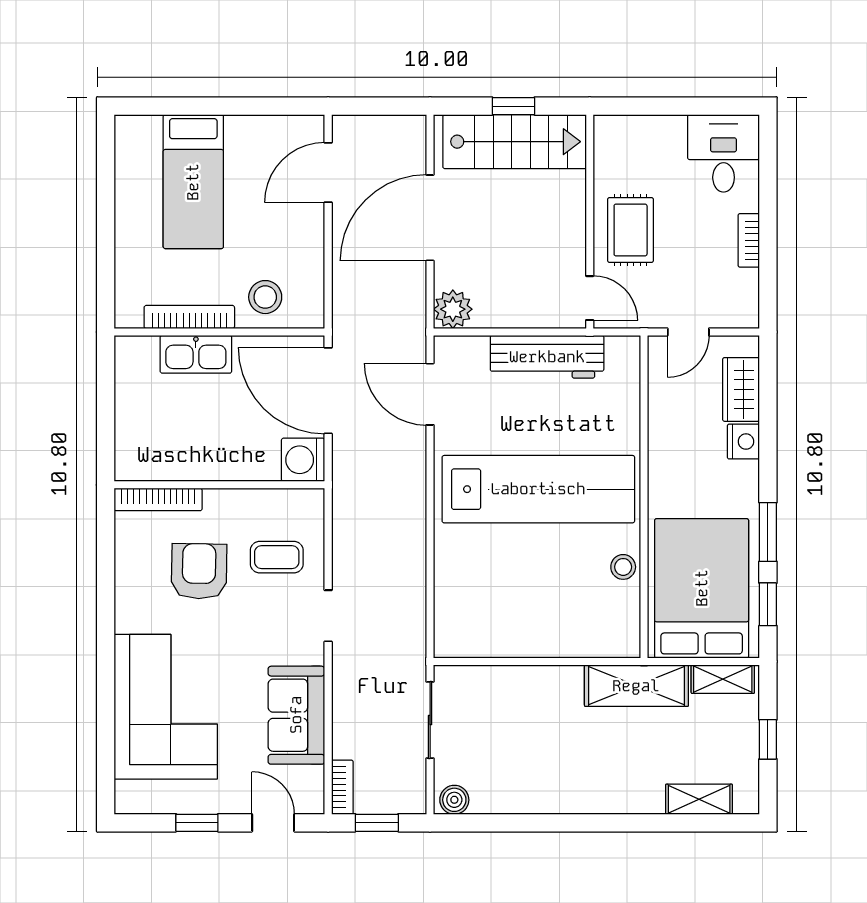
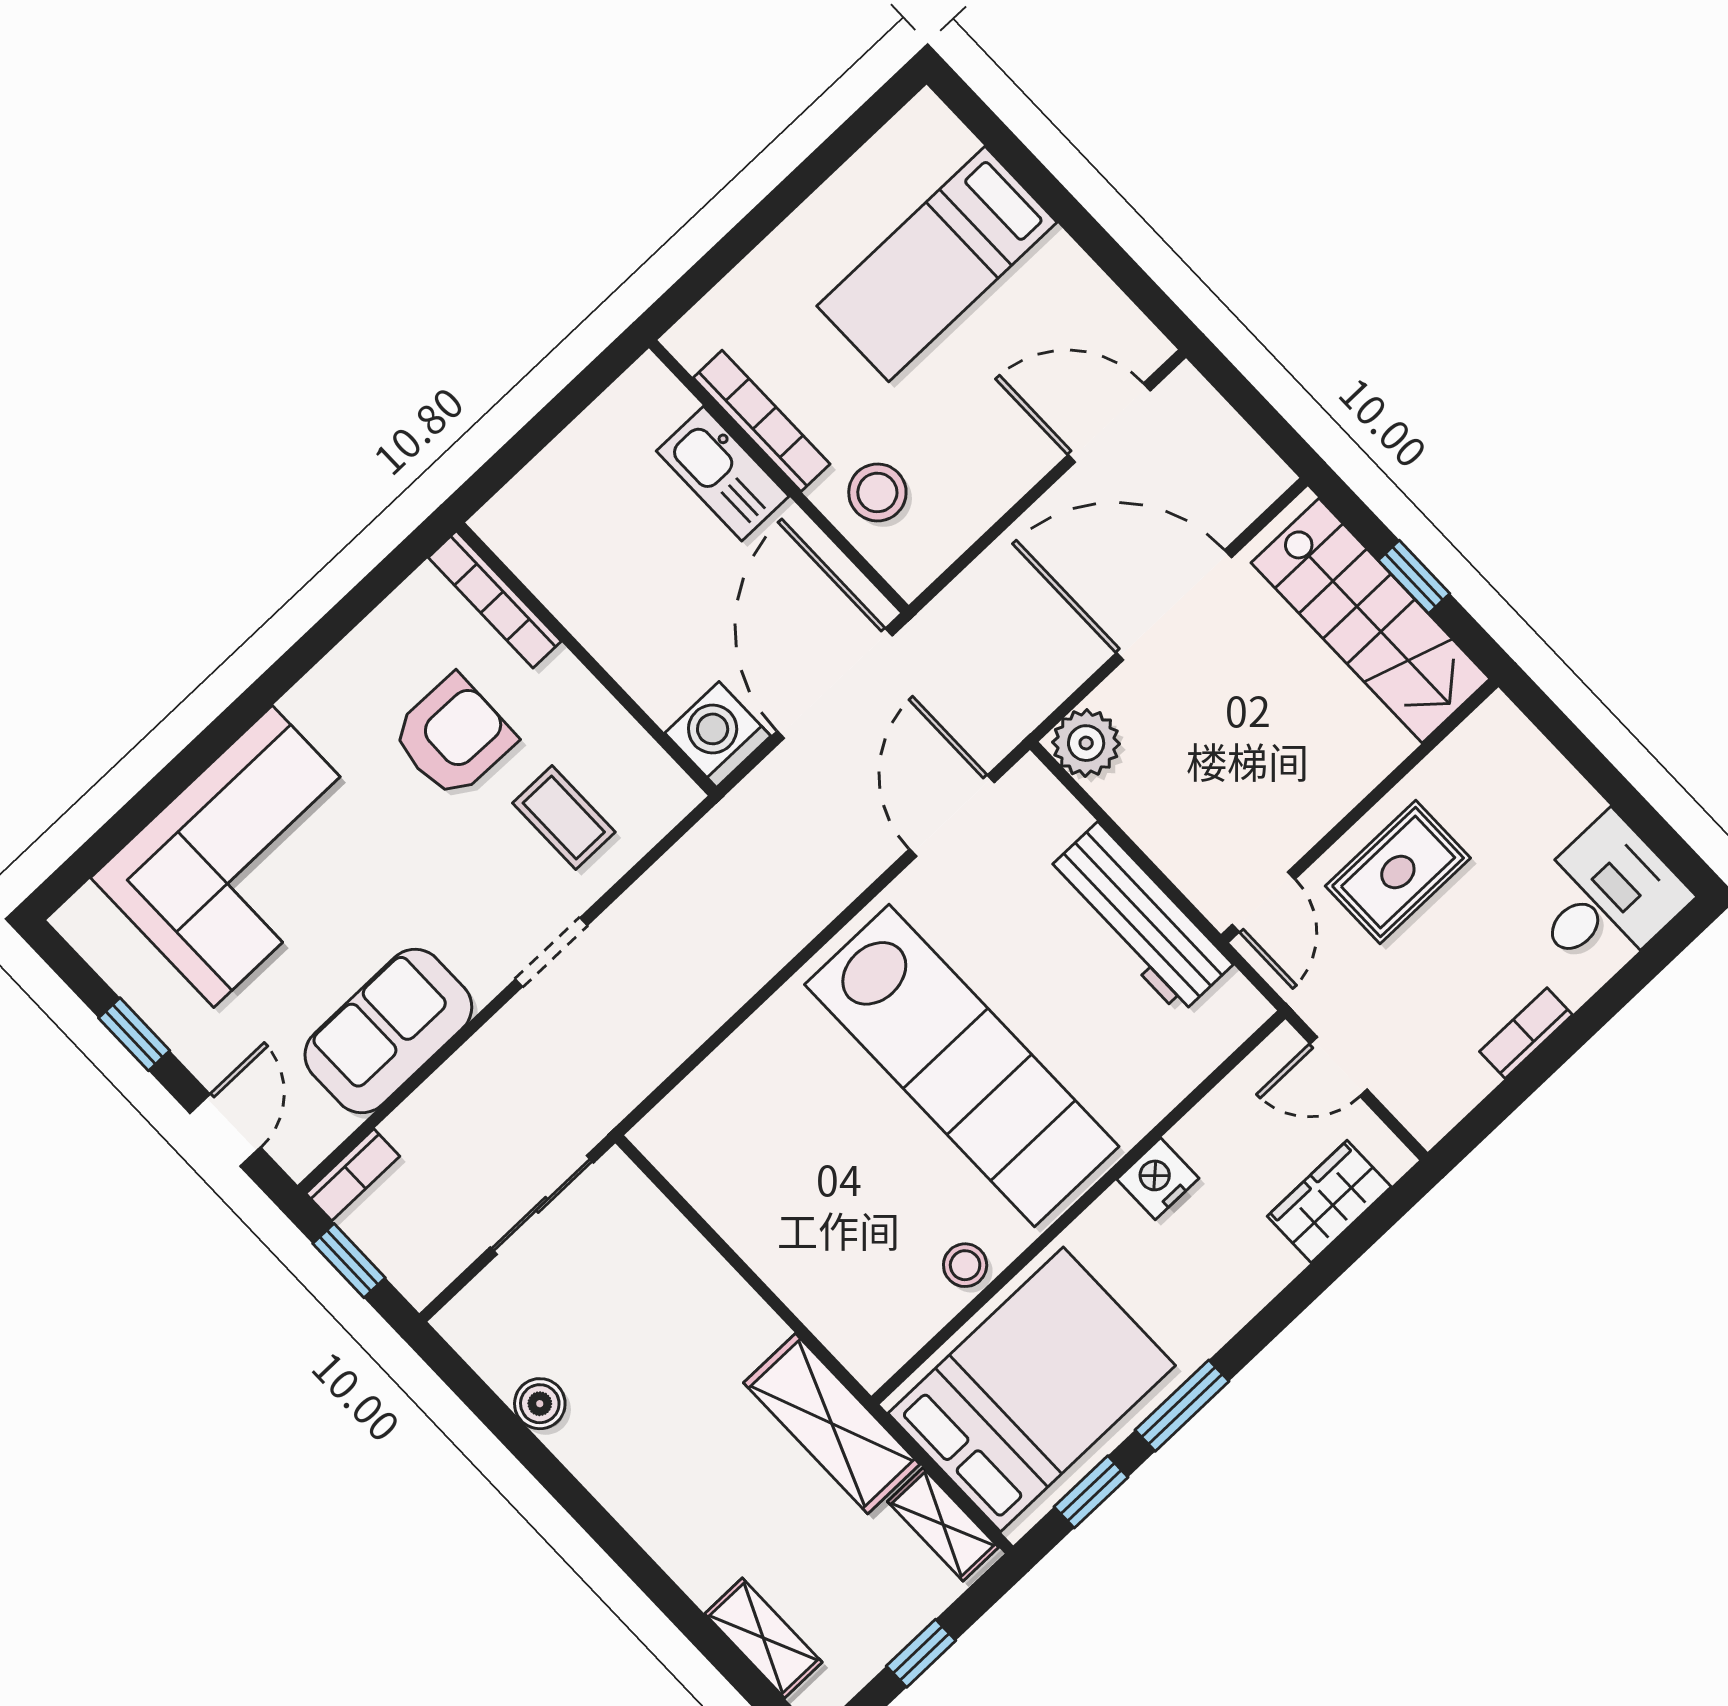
nightstand: (743, 442) -> (1158, 1179), moved, turned 180
boiler: (454, 800) -> (540, 1404), moved

